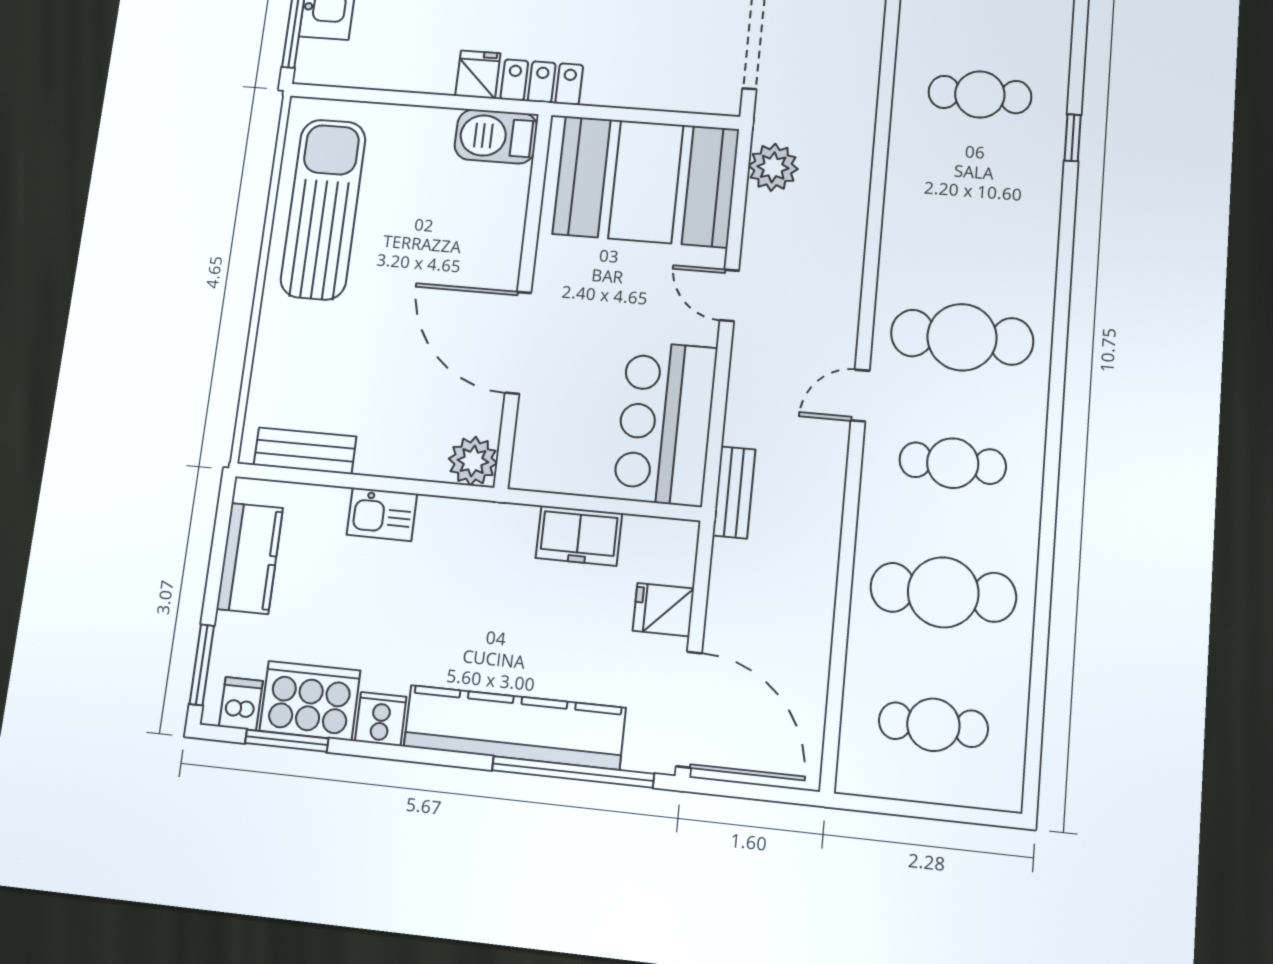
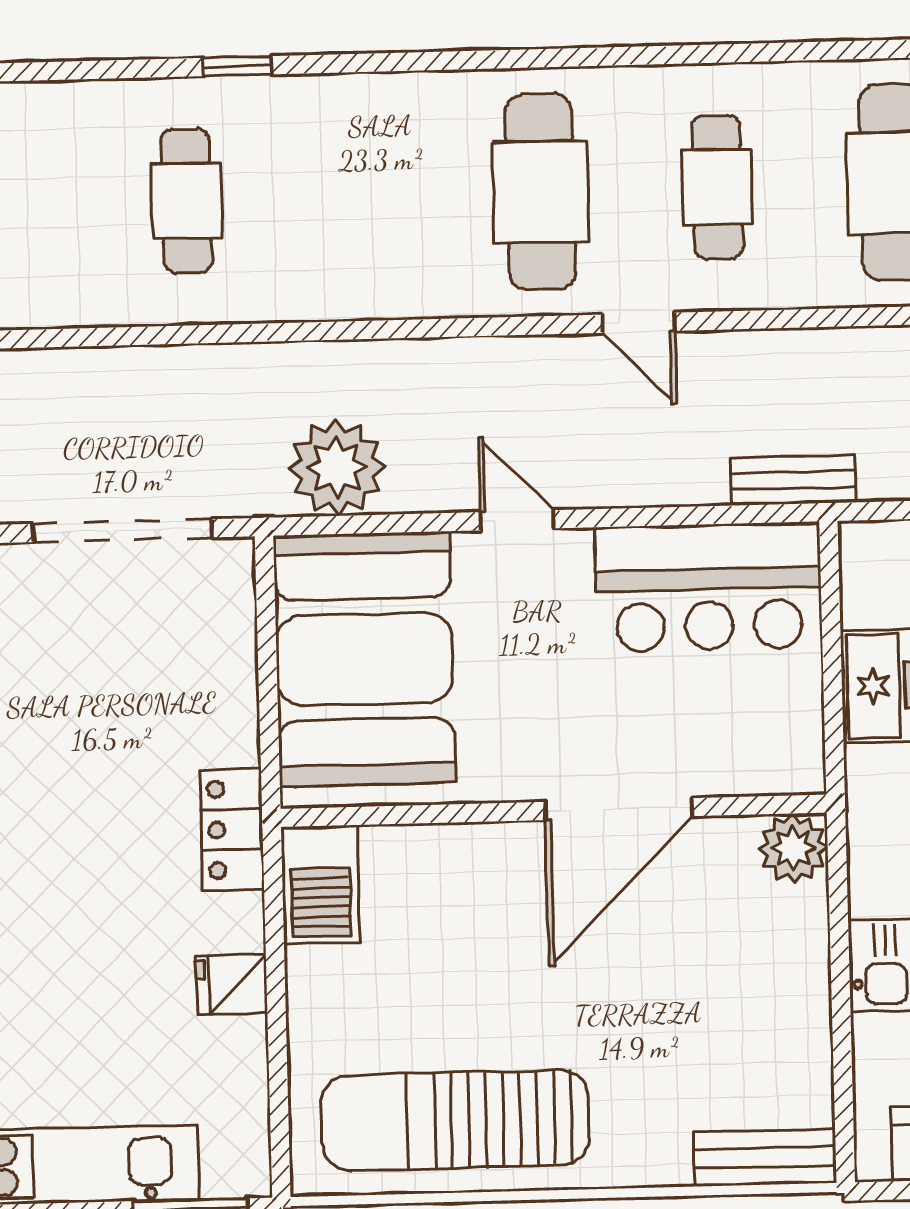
fridge: (478, 75) -> (232, 984), moved
plant: (773, 167) -> (337, 468), width x1.36, depth x1.36
door: (729, 295) -> (517, 520), swing flipped
bench: (305, 451) -> (765, 1158), moved, turned 90

